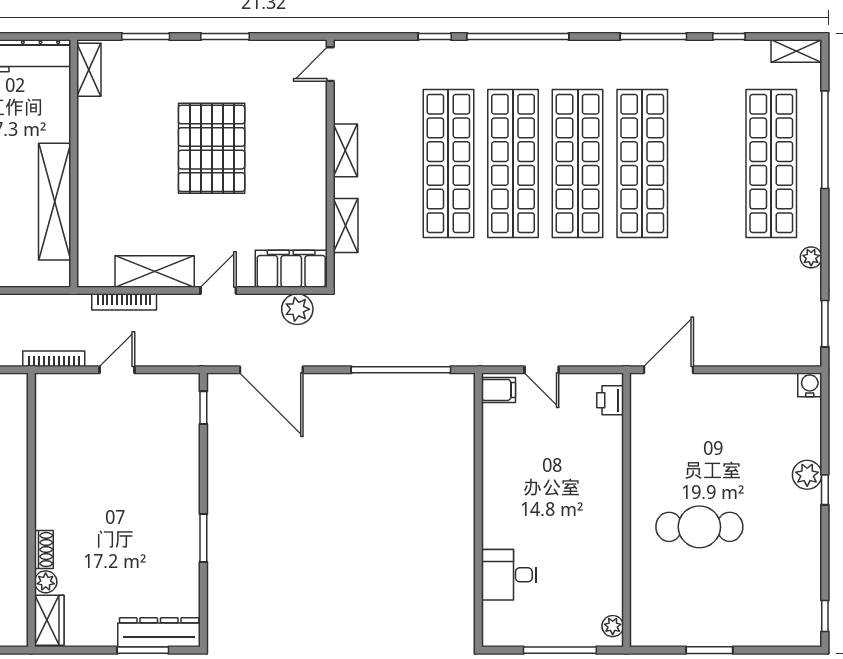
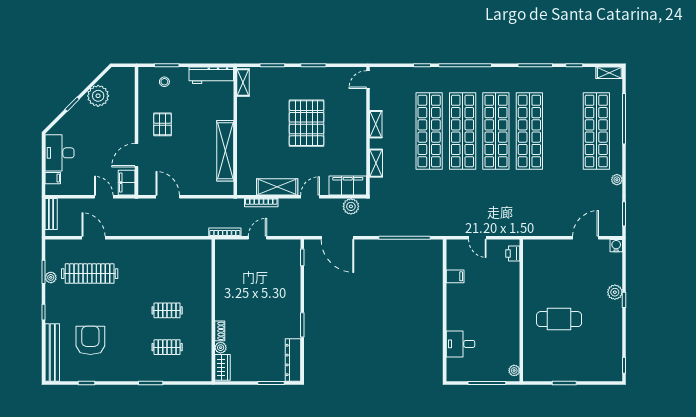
door: (669, 370) -> (586, 238), moved
filing cabinet: (498, 390) -> (455, 276), moved
dresser: (159, 632) -> (293, 360), moved, turned -90

